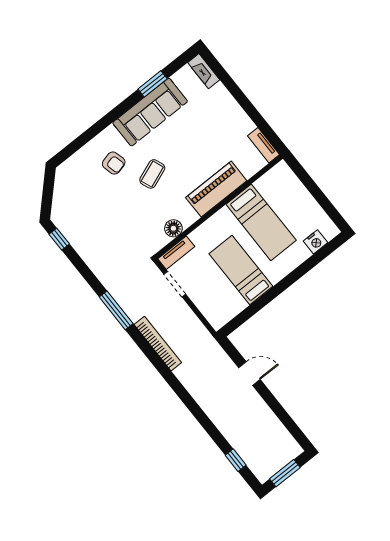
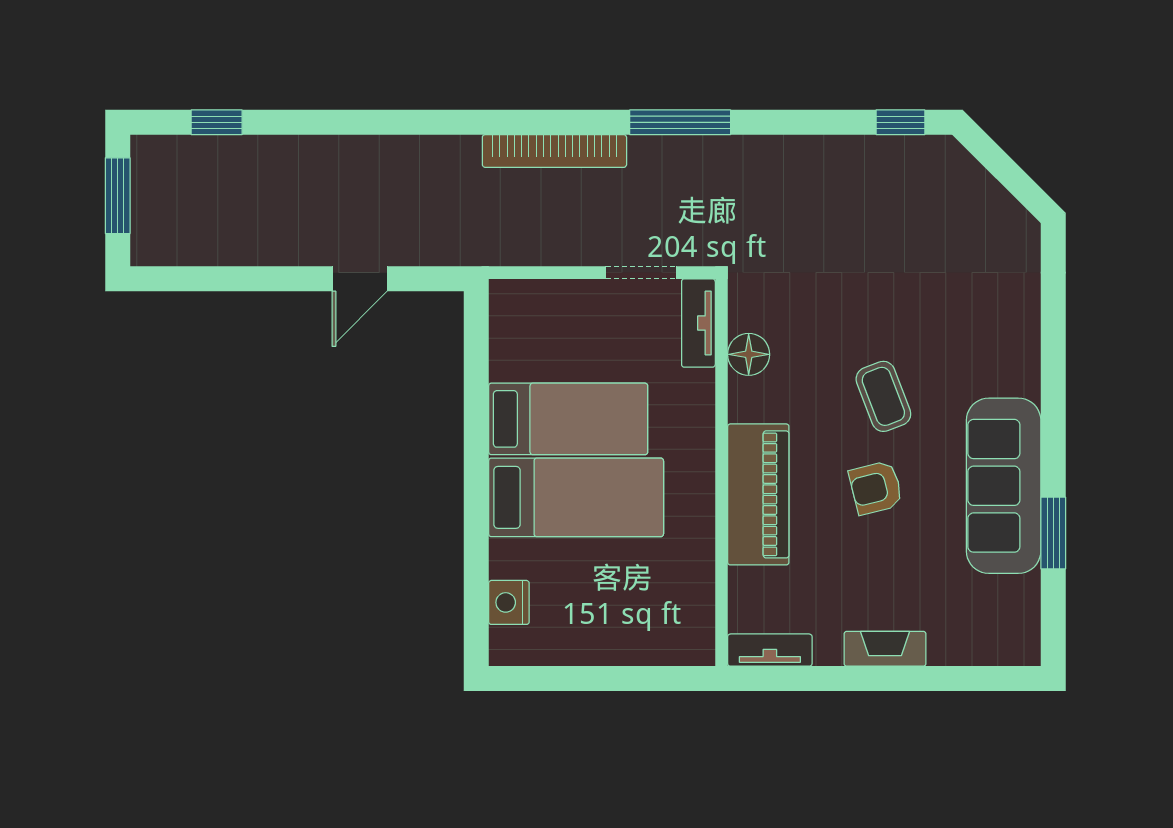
fireplace: (204, 71) -> (885, 649), moved
armchair: (114, 163) -> (876, 488), moved
bed: (261, 222) -> (576, 497), moved, turned 180

